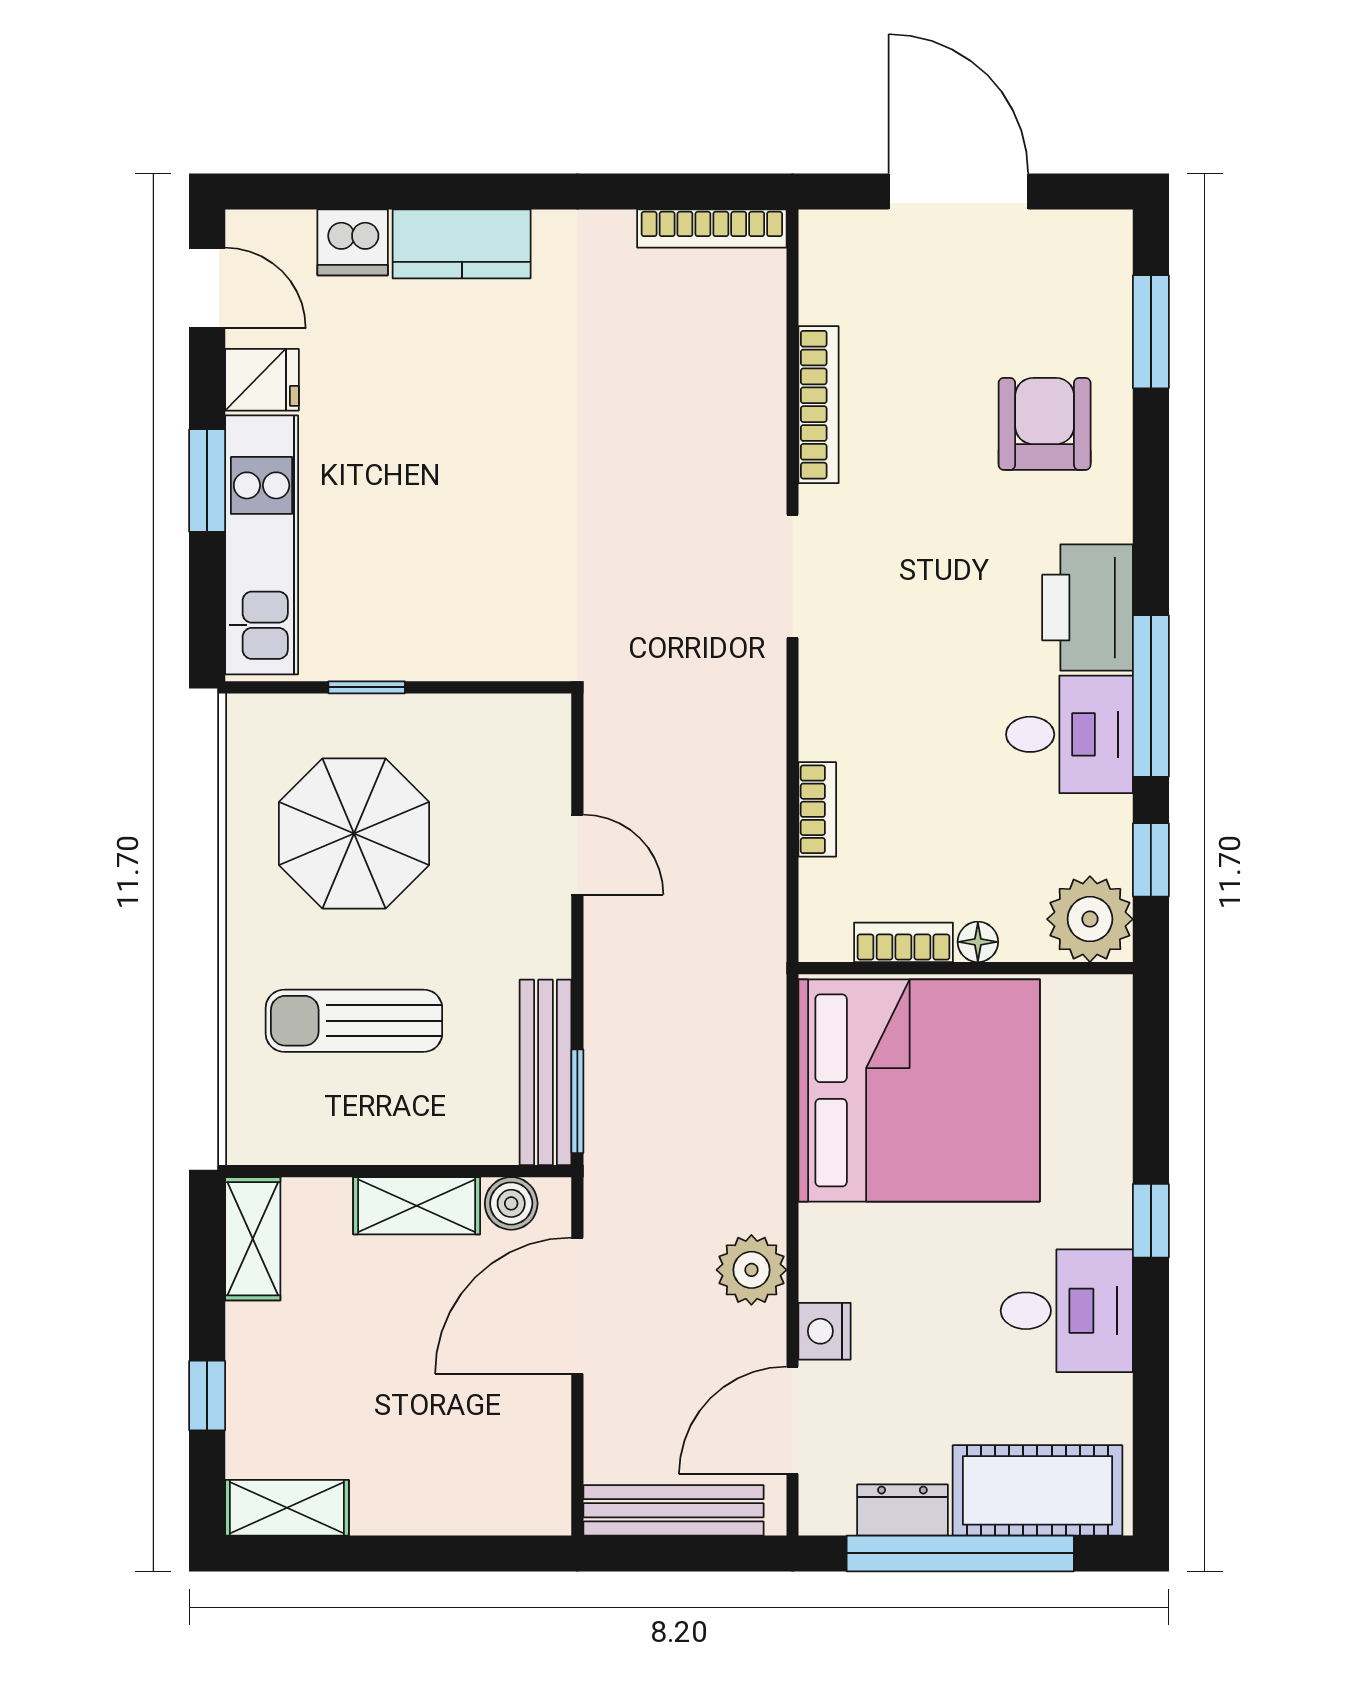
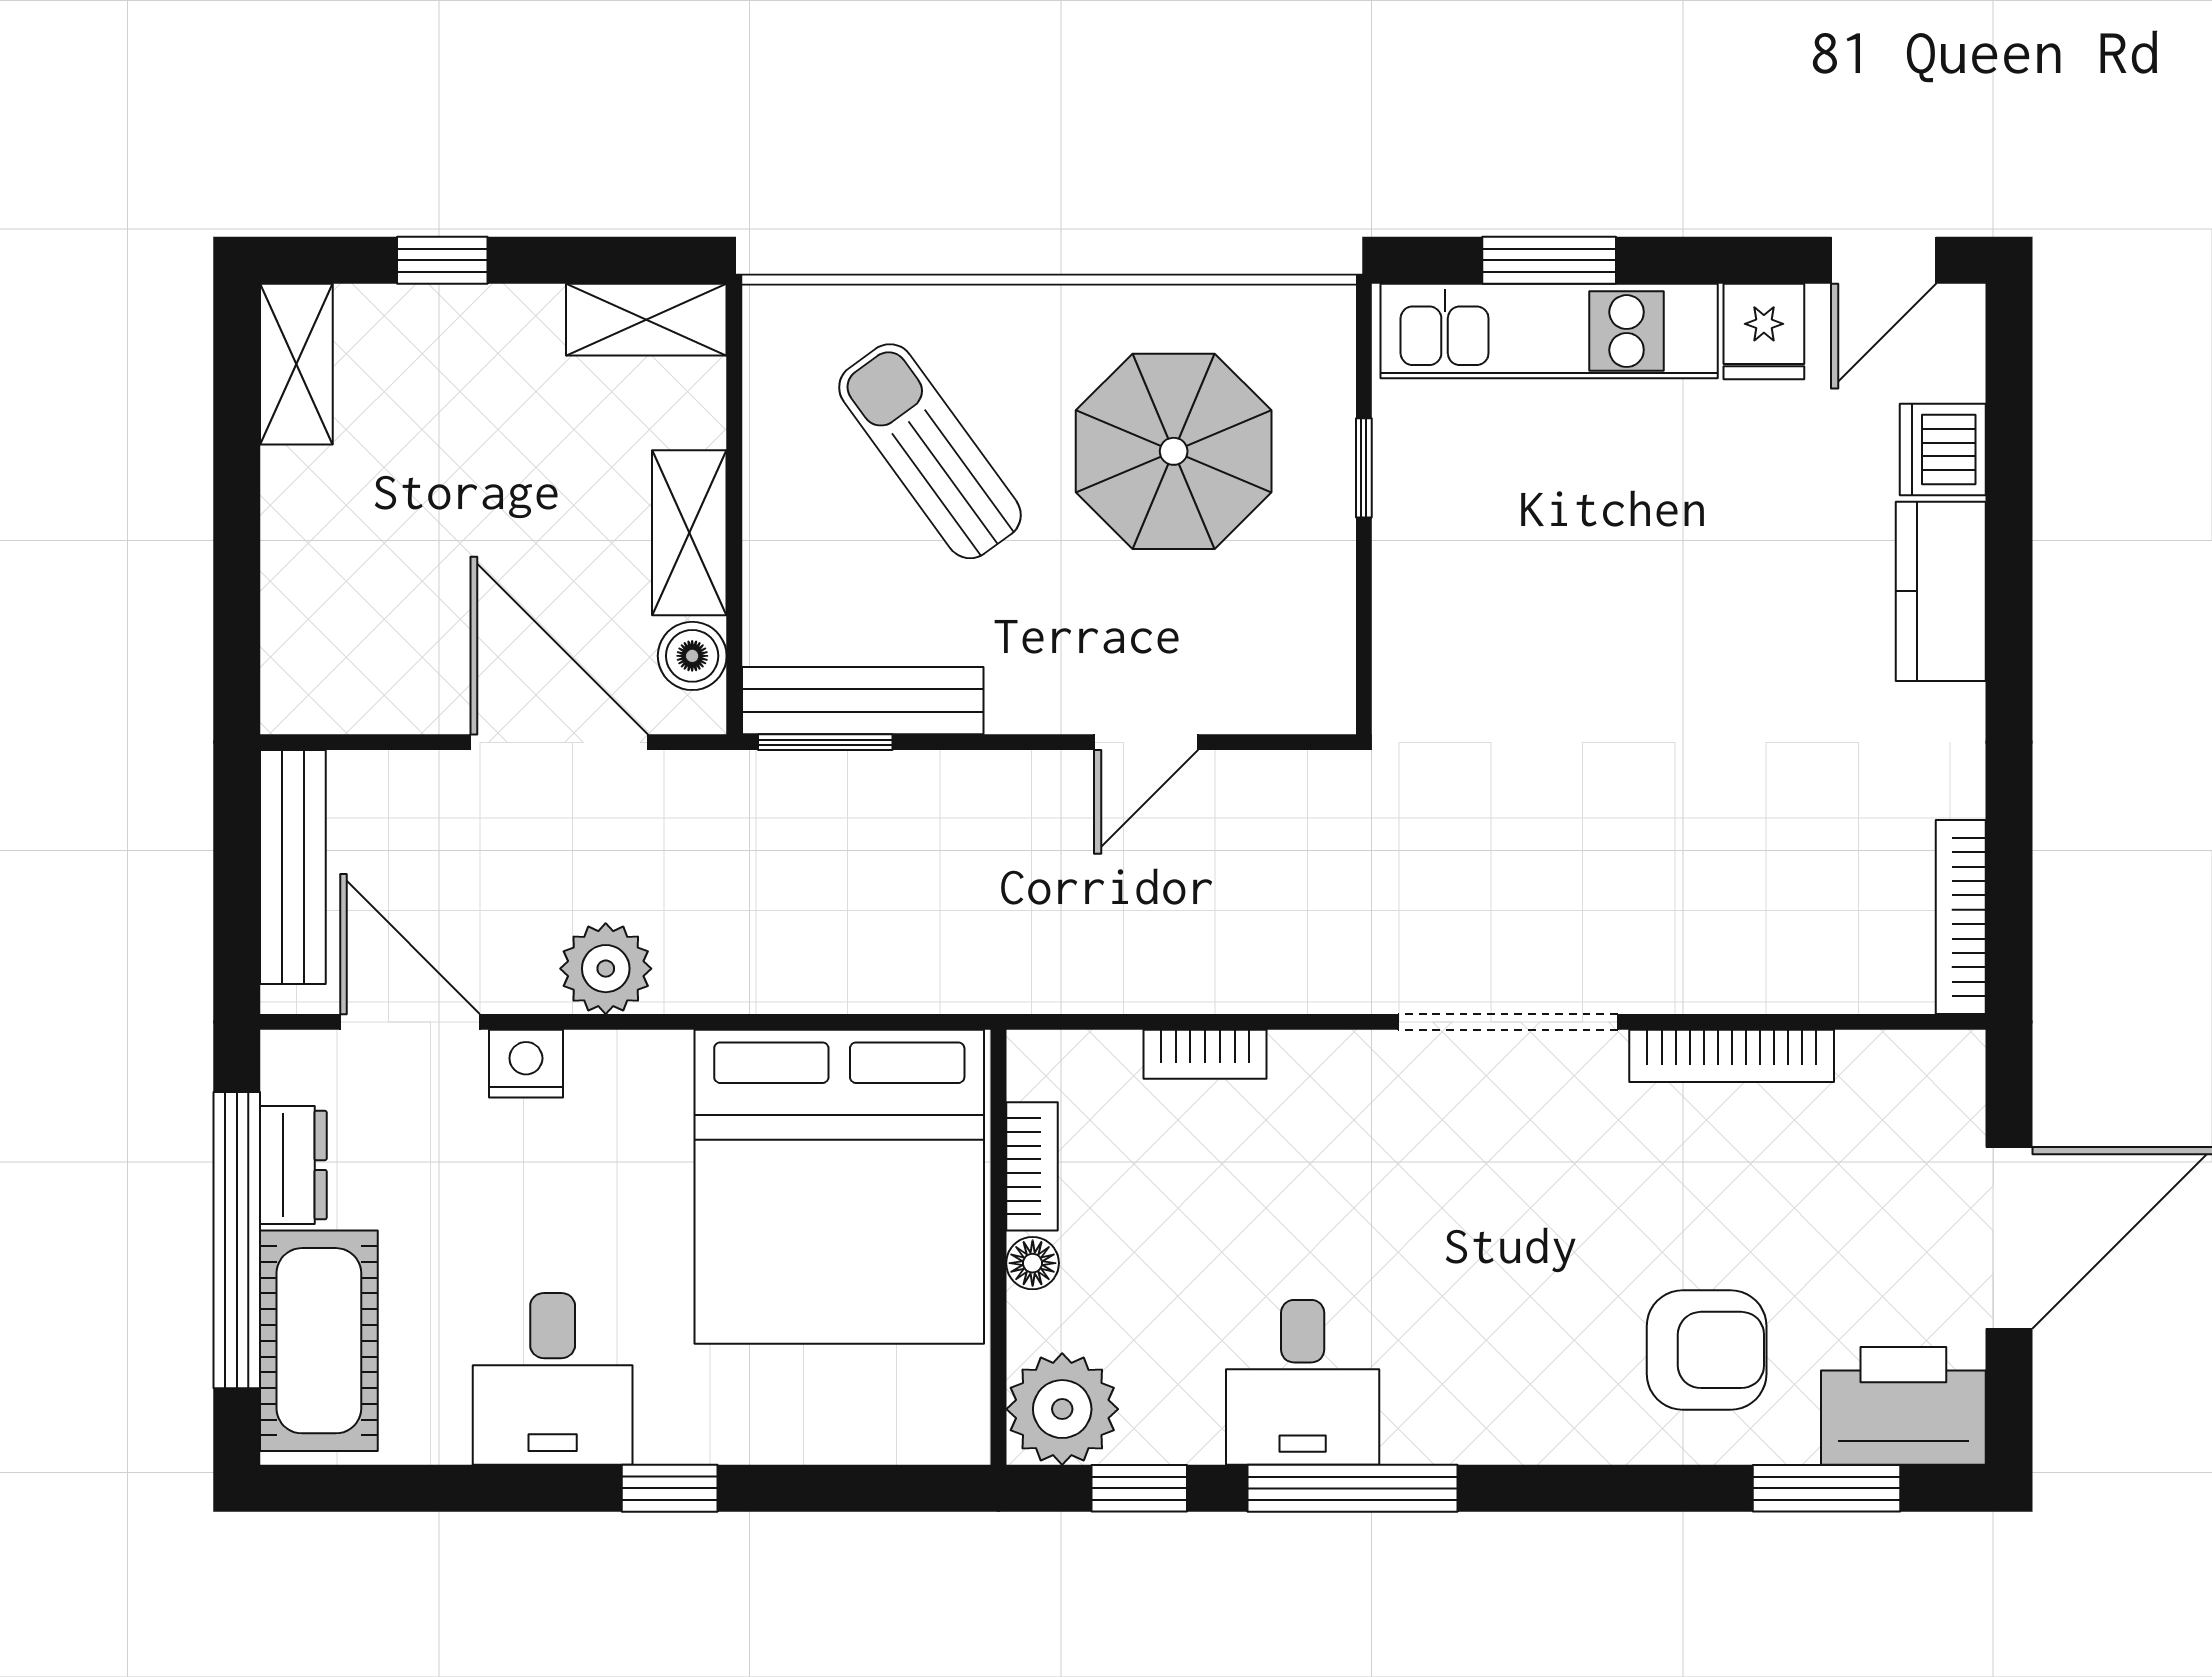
window: (207, 481) -> (1549, 260), moved
doorway: (792, 576) -> (1508, 1022), width x1.36
printer: (1088, 608) -> (1903, 1406), moved
sun lounger: (354, 1021) -> (930, 451), turned -36

